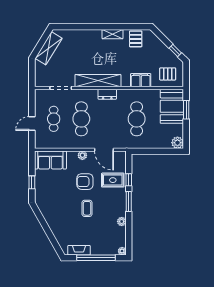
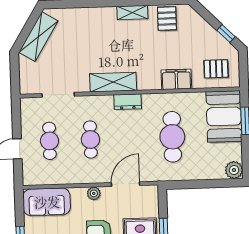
shelving: (98, 81) -> (113, 82), width x0.68
cafe table: (81, 119) -> (90, 140), width x0.73, depth x0.74
door: (104, 150) -> (126, 184), swing flipped

